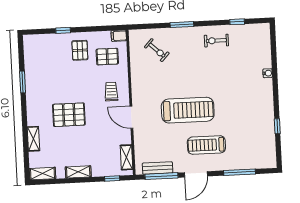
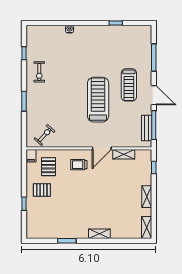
exercise bike: (157, 50) -> (45, 135), moved
pallet: (69, 115) -> (97, 202), removed
shelving: (33, 139) -> (99, 234), moved
shelving: (126, 157) -> (124, 154), moved

